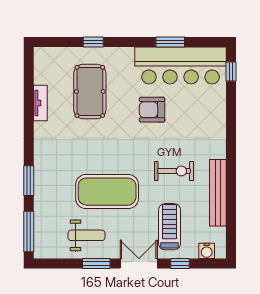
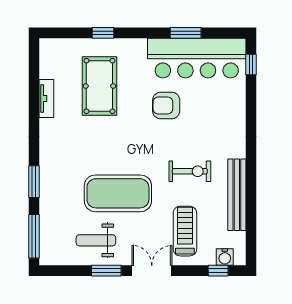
weight bench: (87, 235) -> (96, 240), turned 180
window: (180, 264) -> (218, 271), moved

